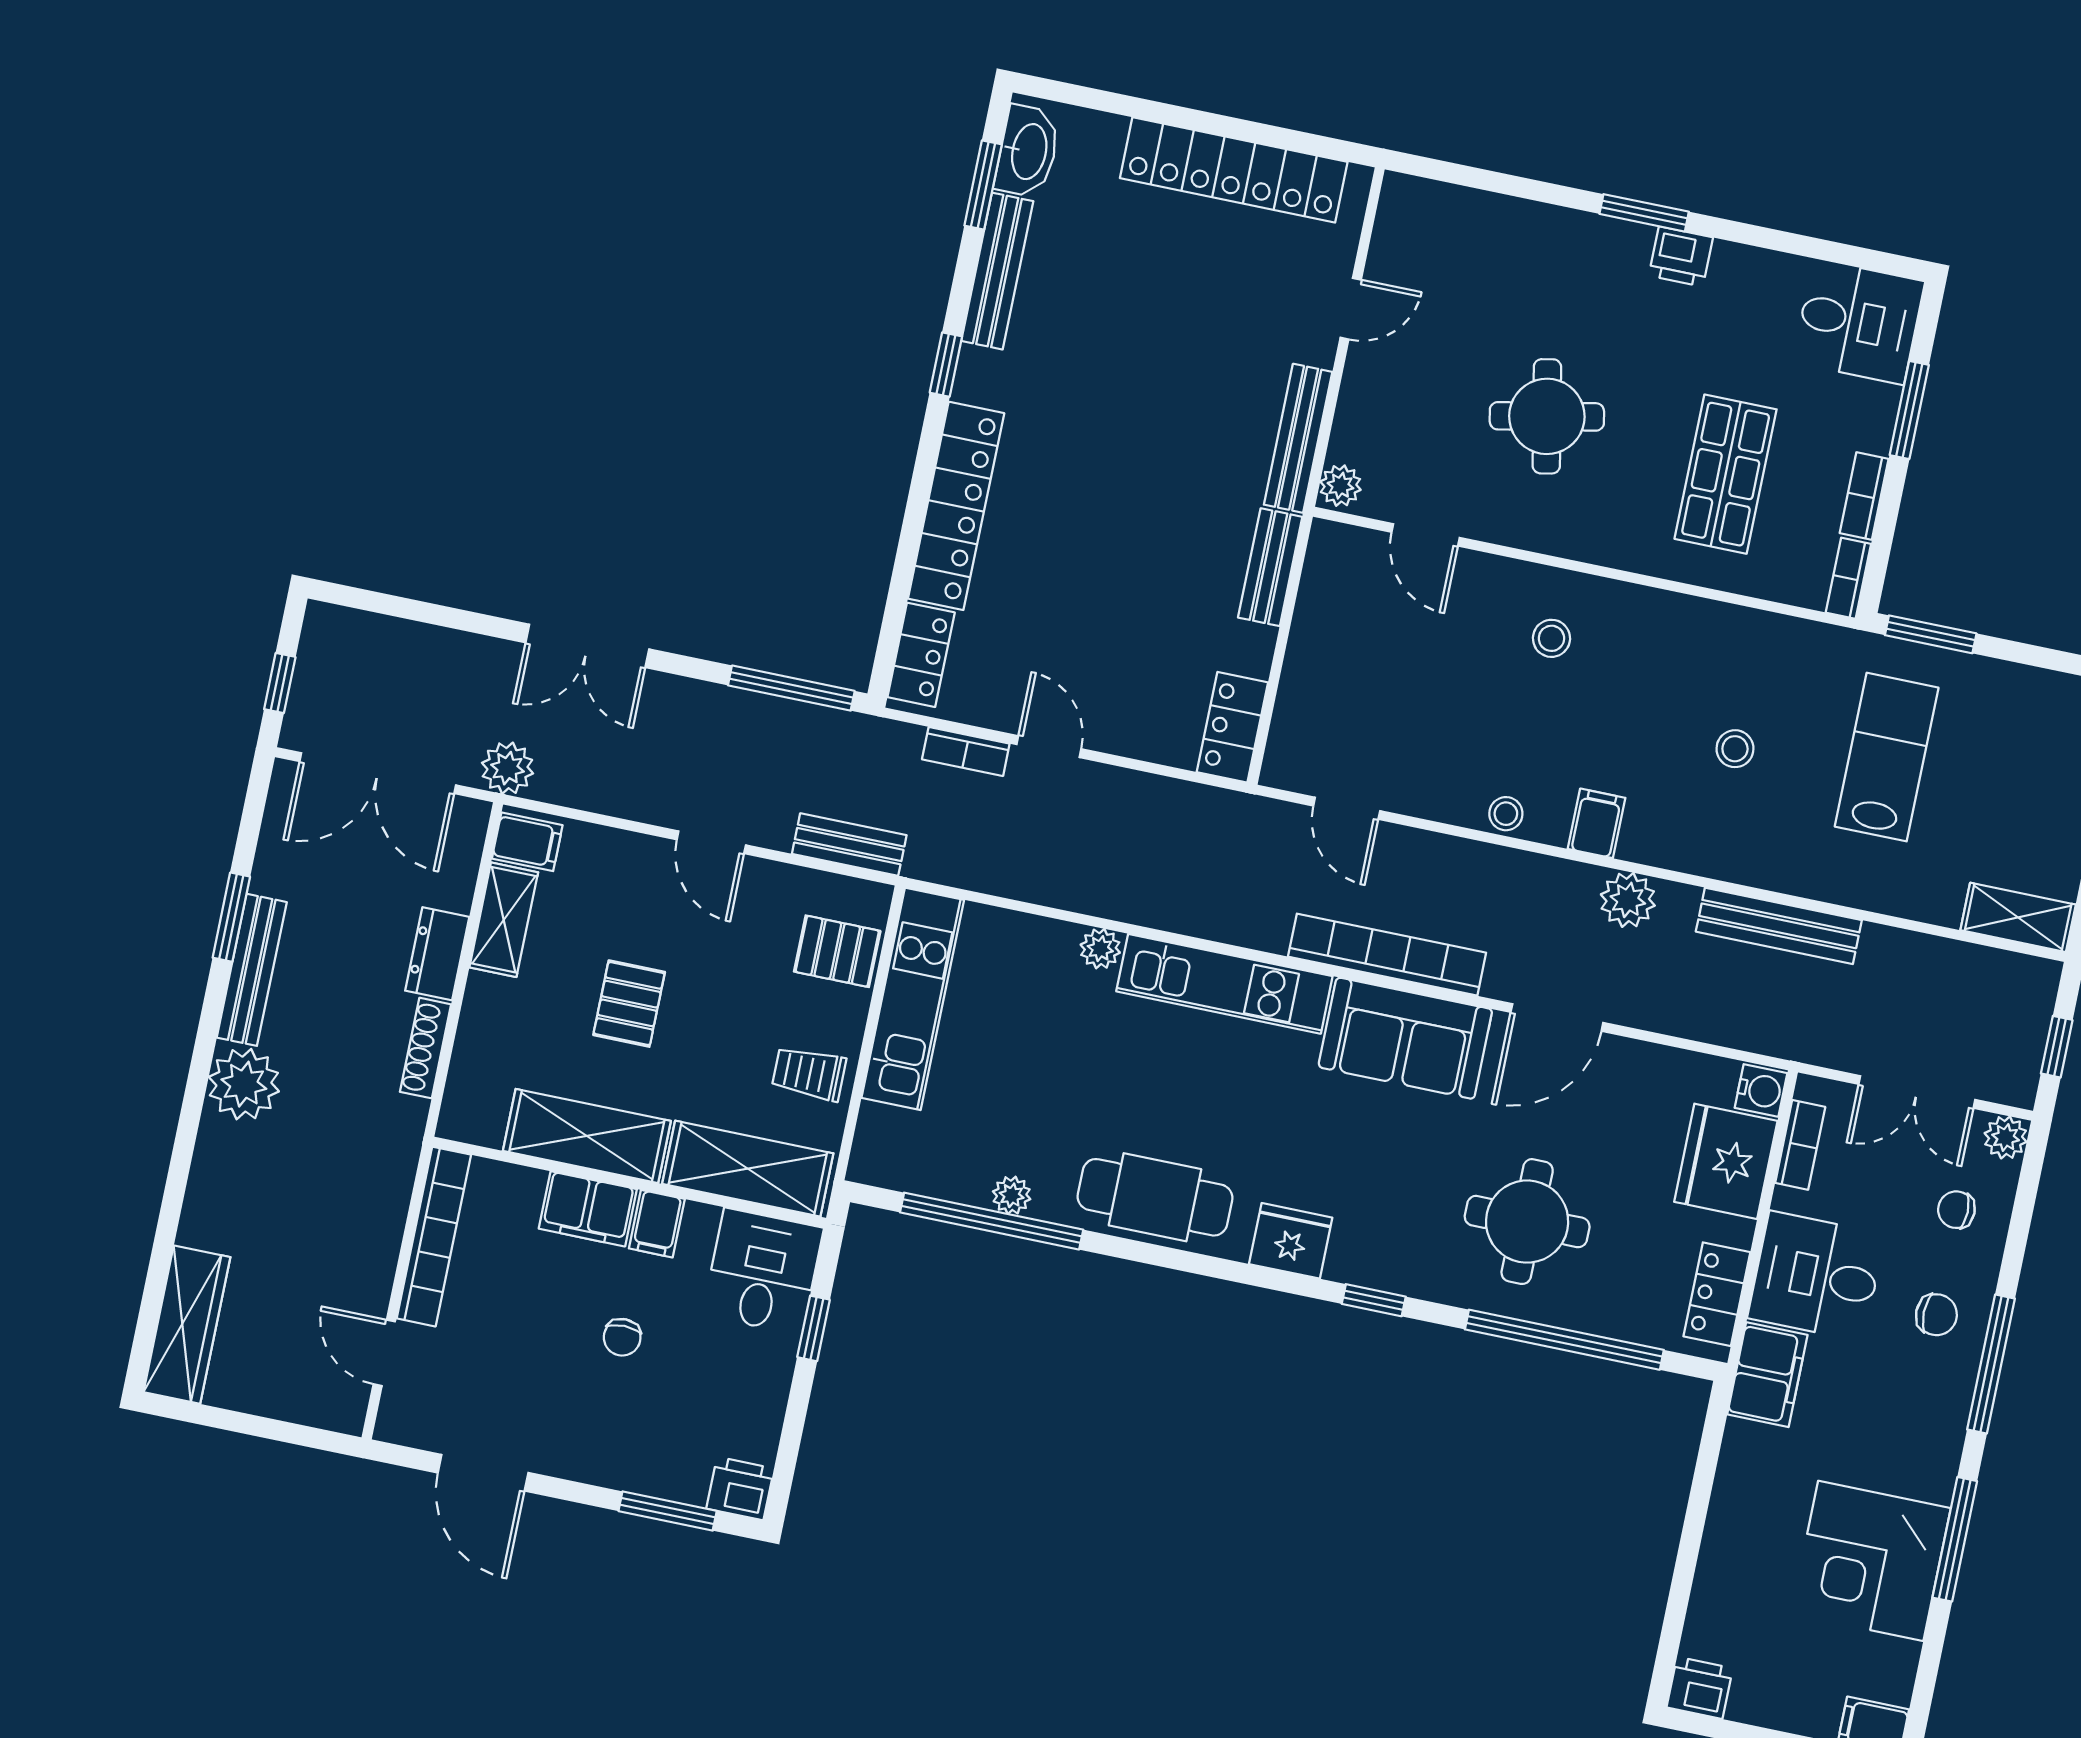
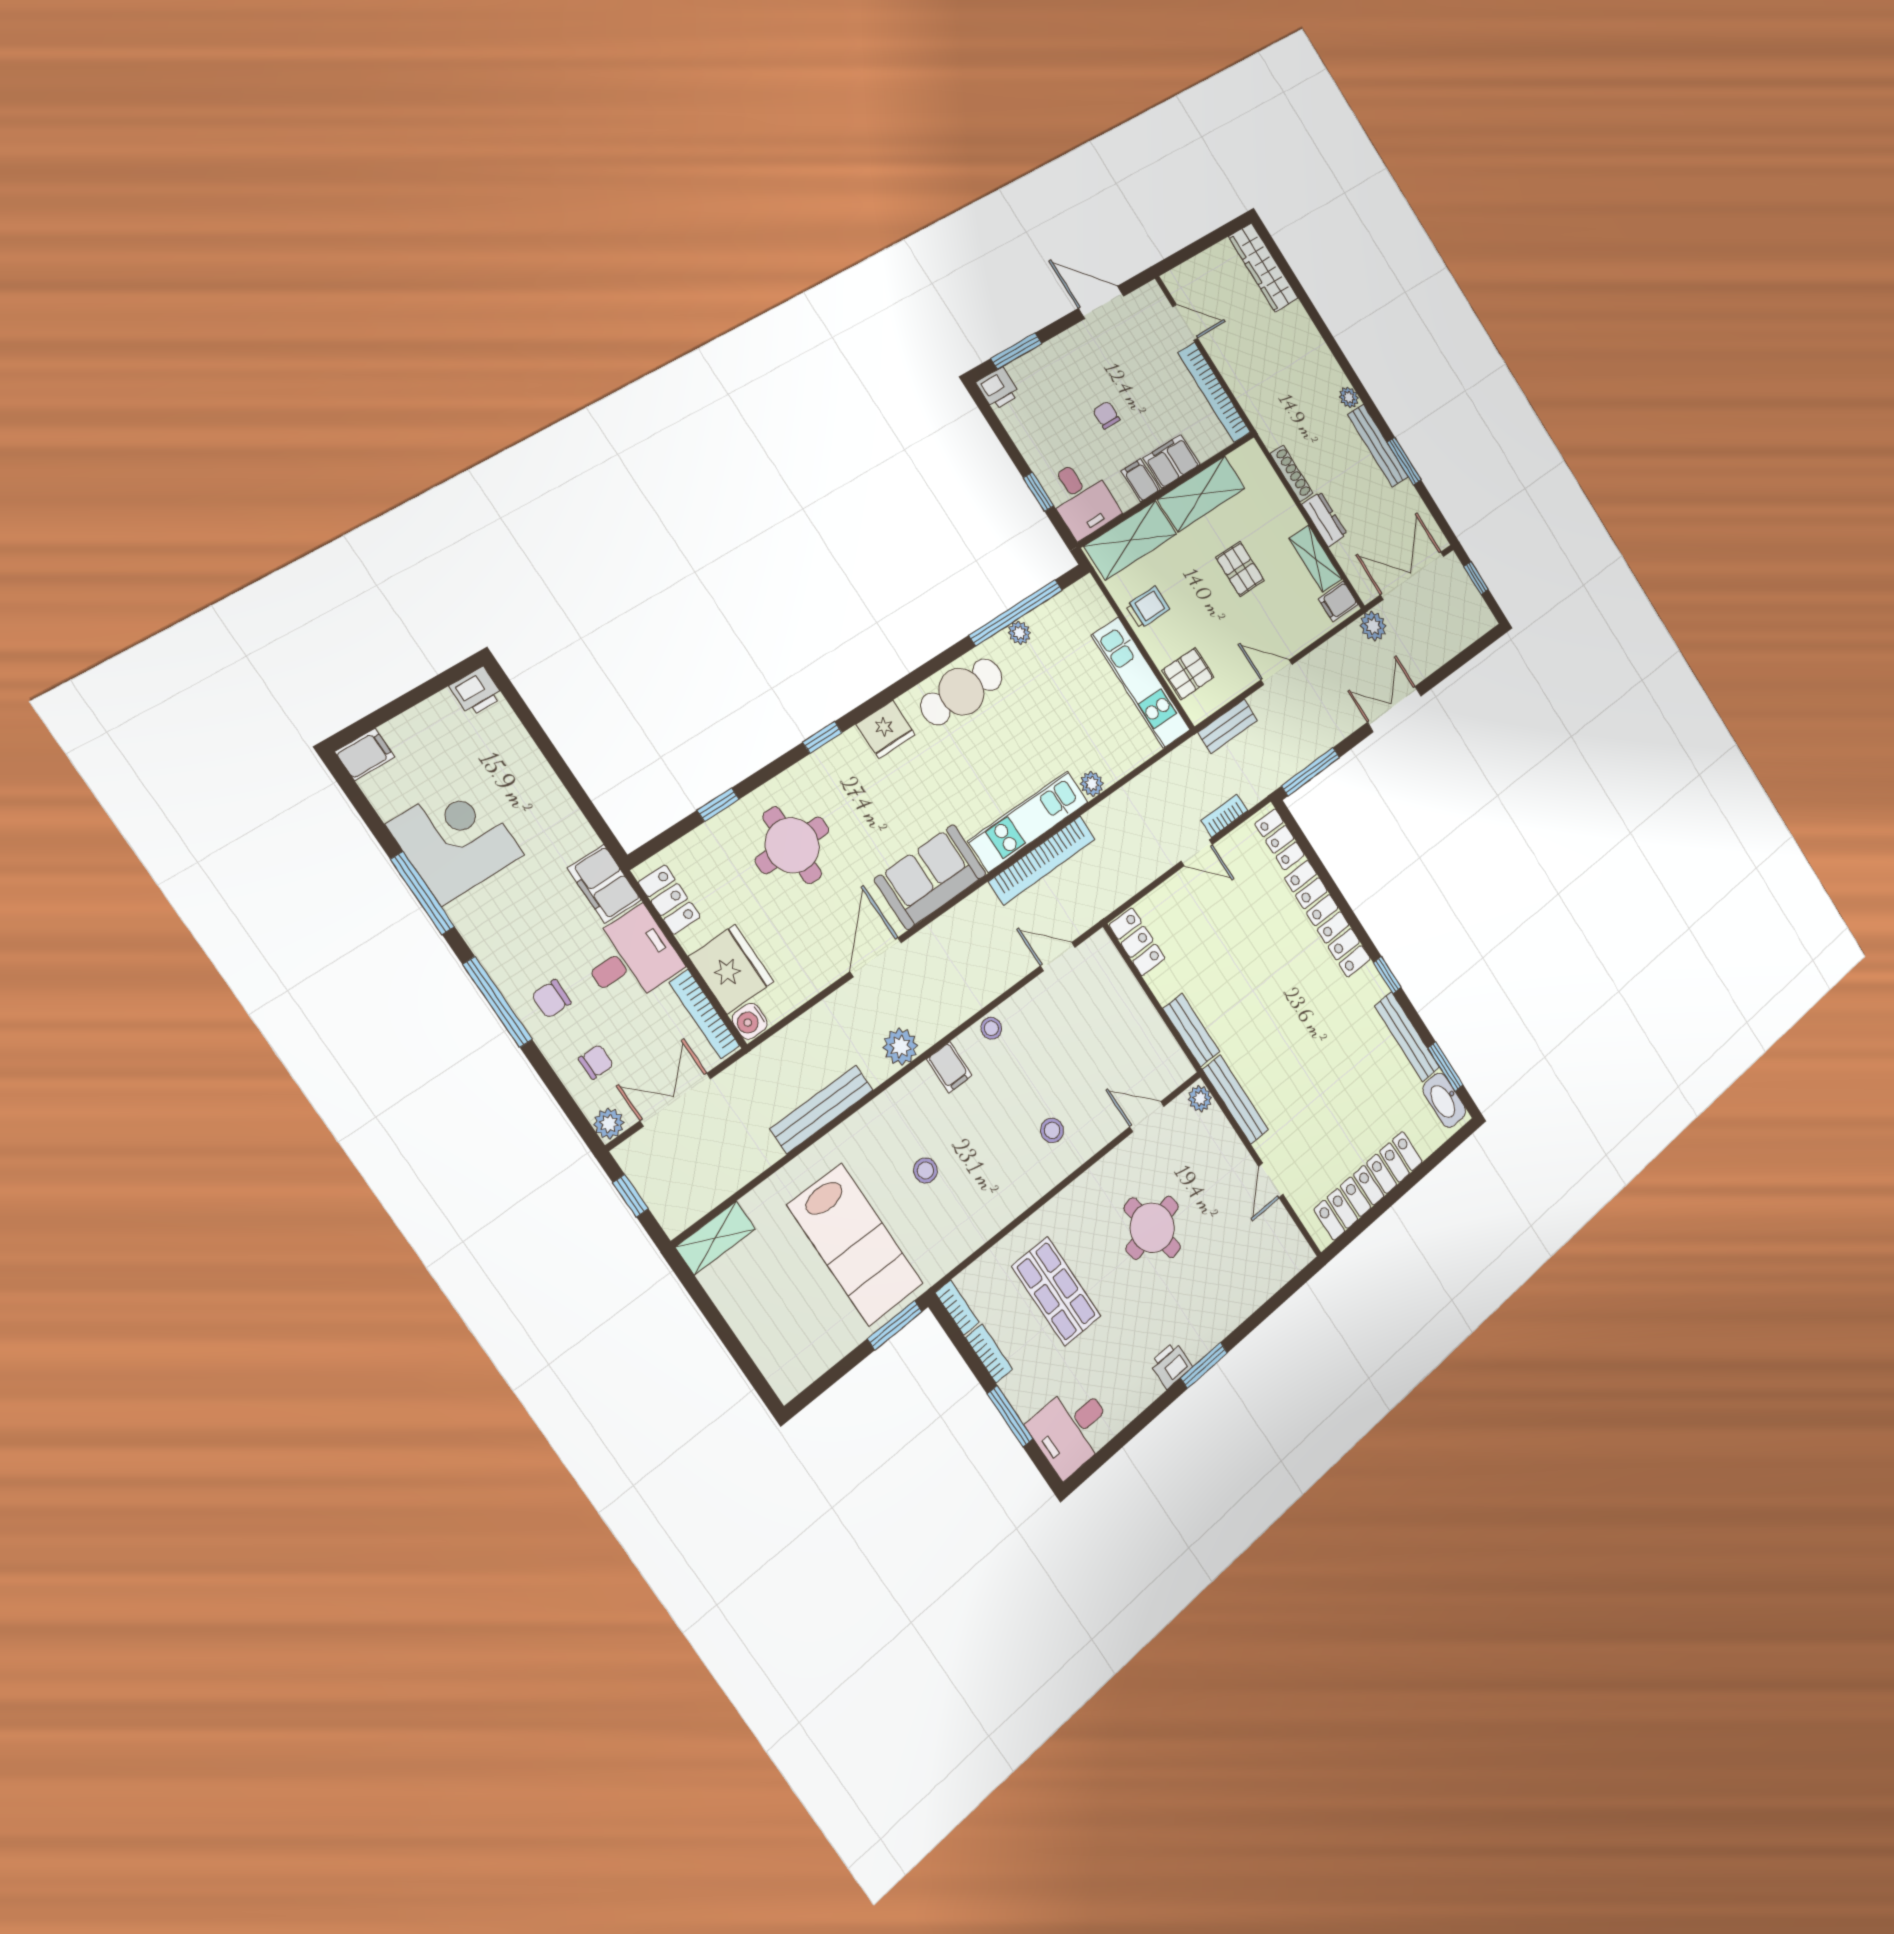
lab bench: (1887, 757) -> (855, 1245), width x1.36, depth x1.39
bookcase: (1387, 955) -> (1042, 860), moved
plant: (244, 1084) -> (1349, 397), width x0.53, depth x0.53
bookcase: (1800, 1145) -> (704, 1014), width x1.56
window: (1564, 1340) -> (718, 805), width x0.32

